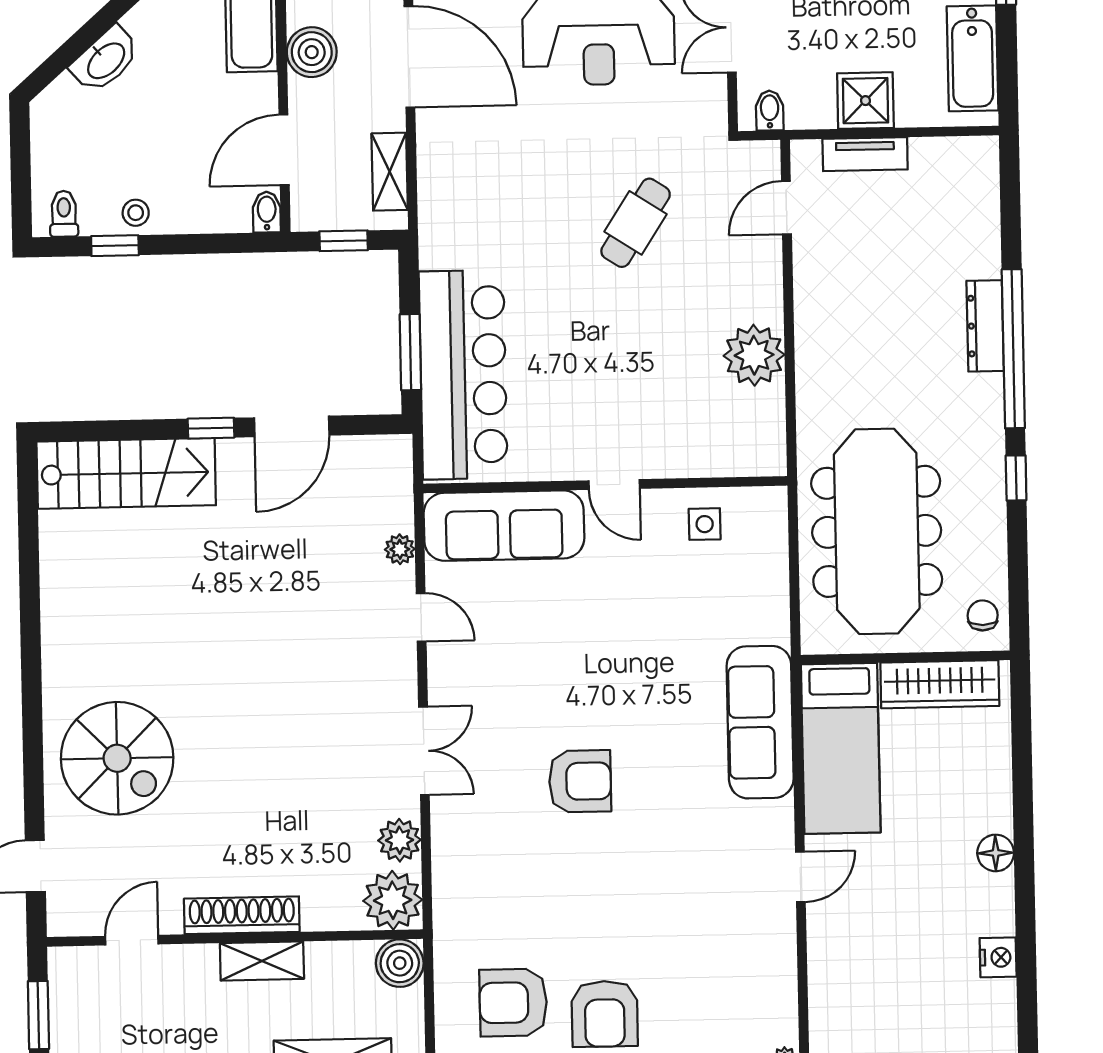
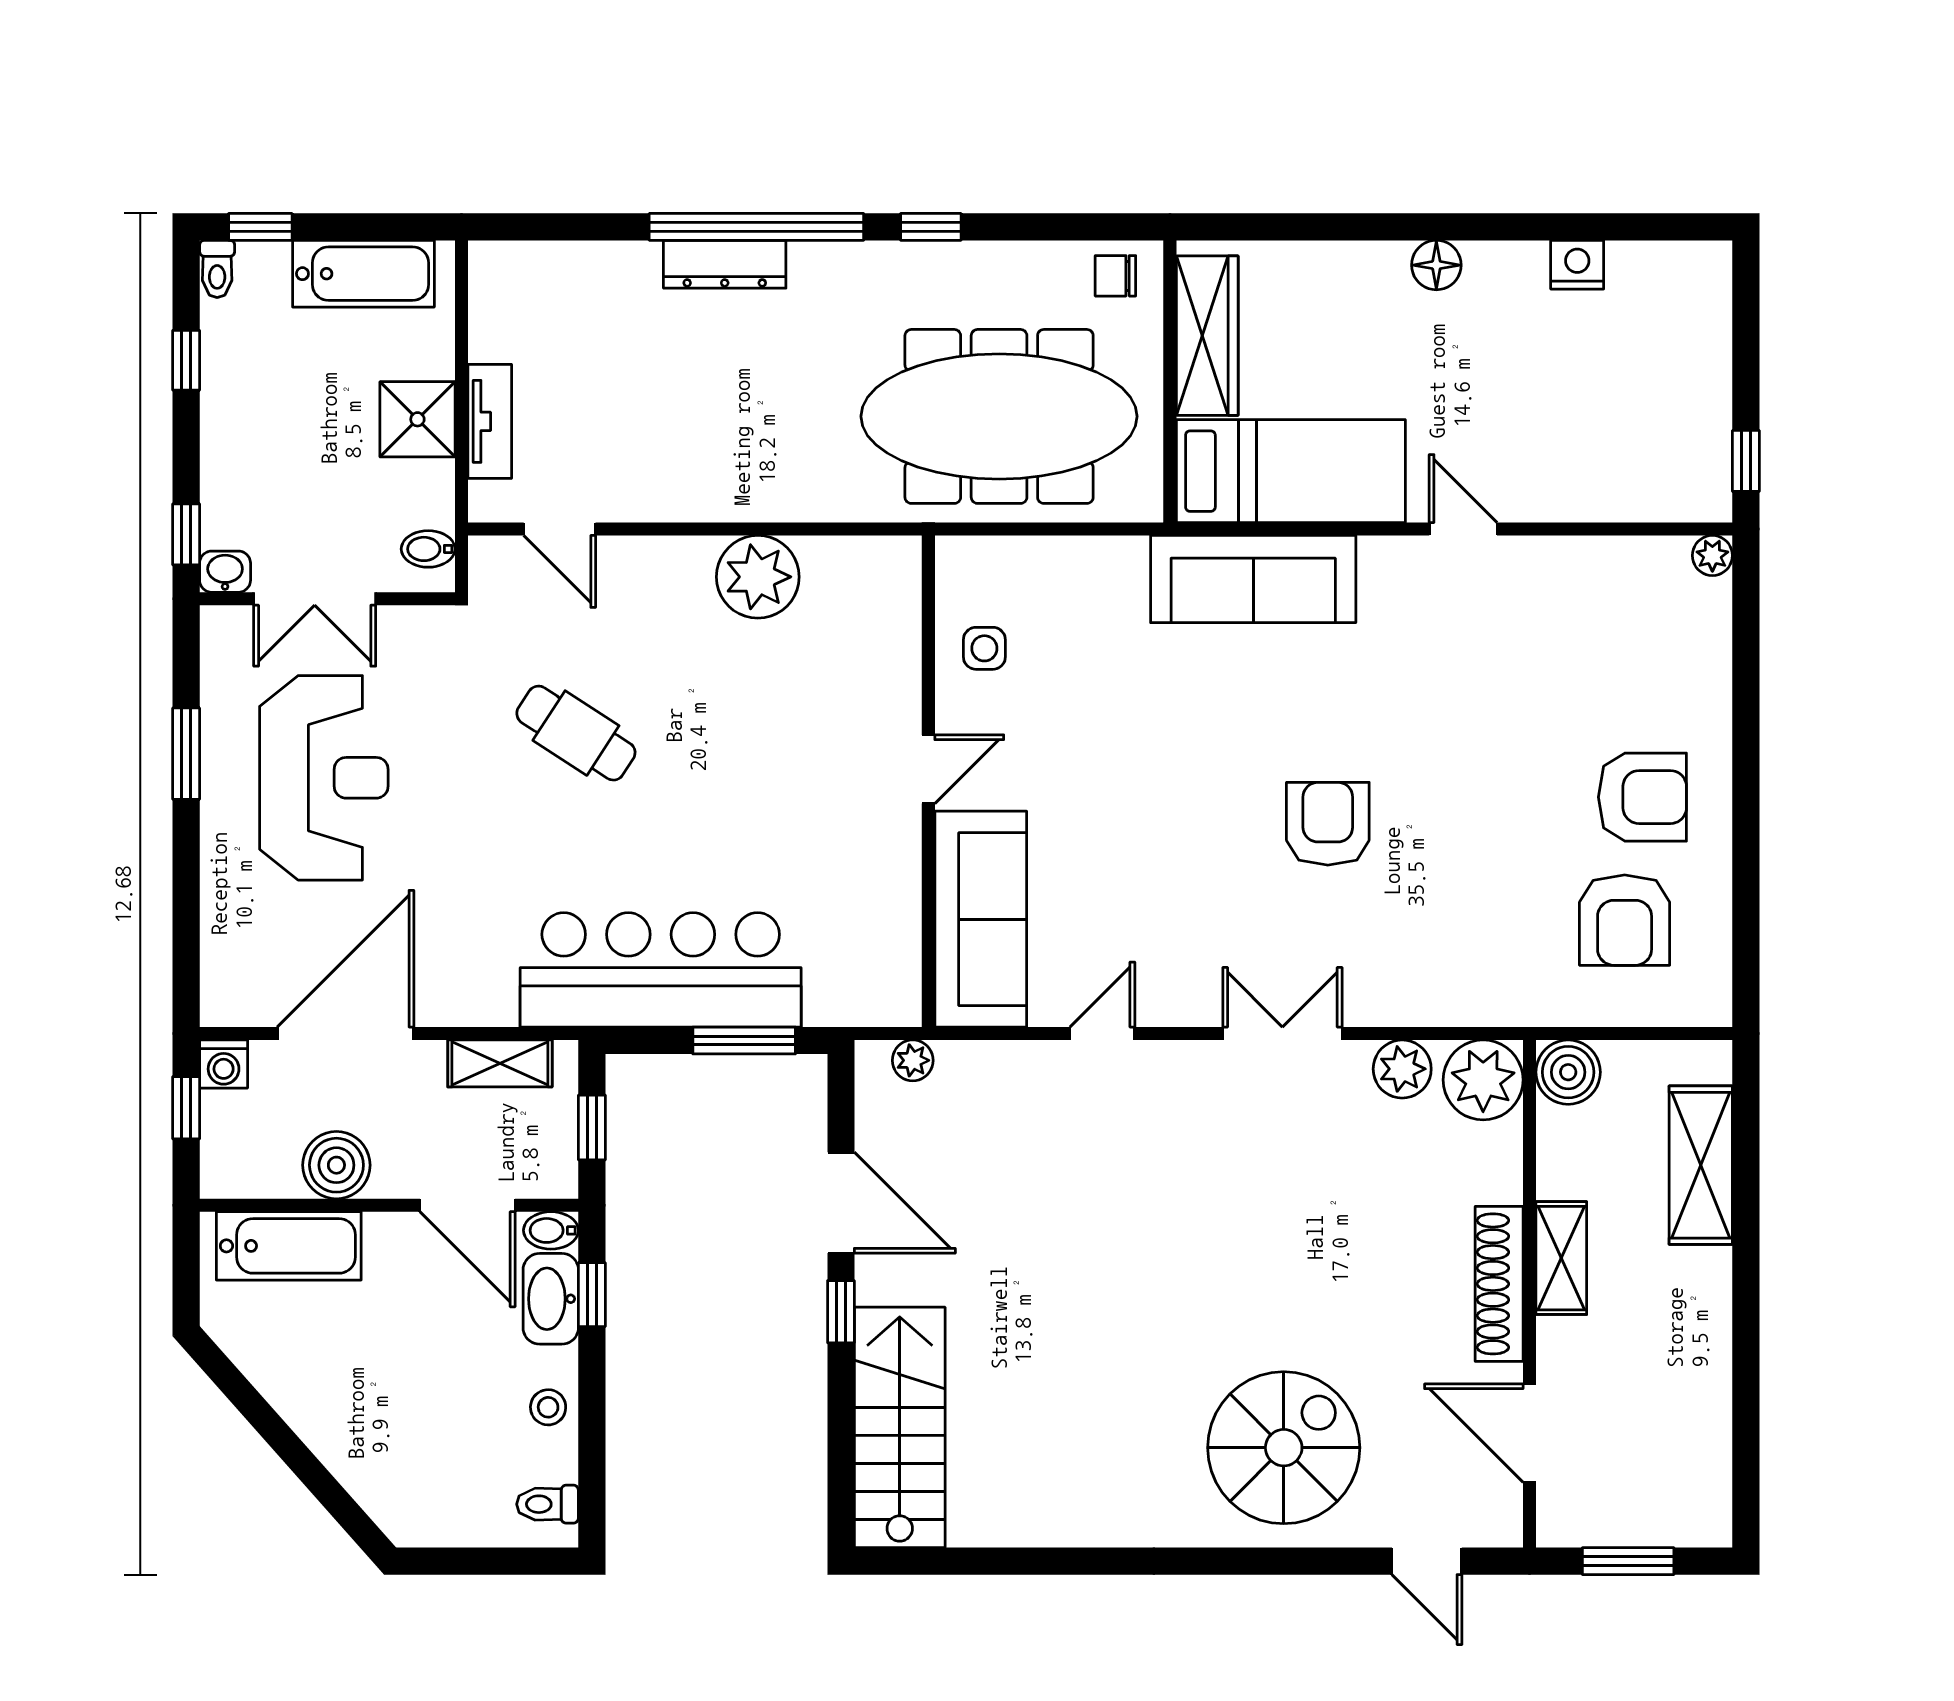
washbasin: (105, 60) -> (551, 1299), moved, turned -138
window: (115, 246) -> (592, 1295), moved
bar counter: (463, 375) -> (661, 970), moved
plant: (400, 549) -> (913, 1060), moved
door: (132, 940) -> (1530, 1433), width x1.38

